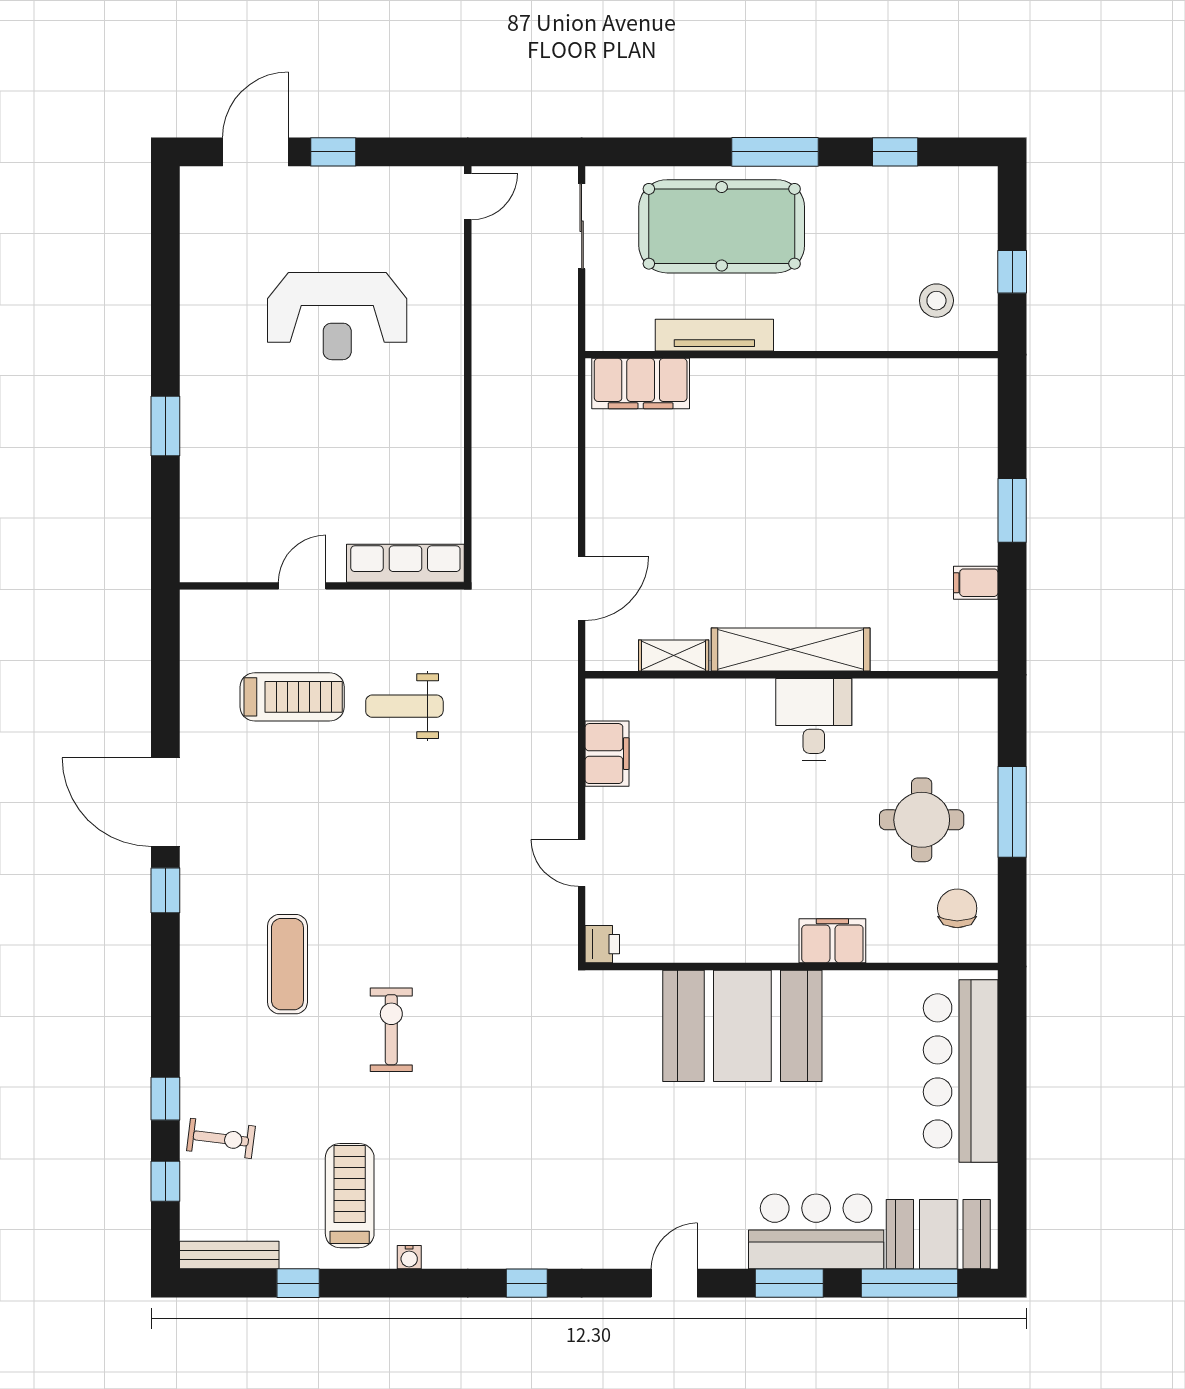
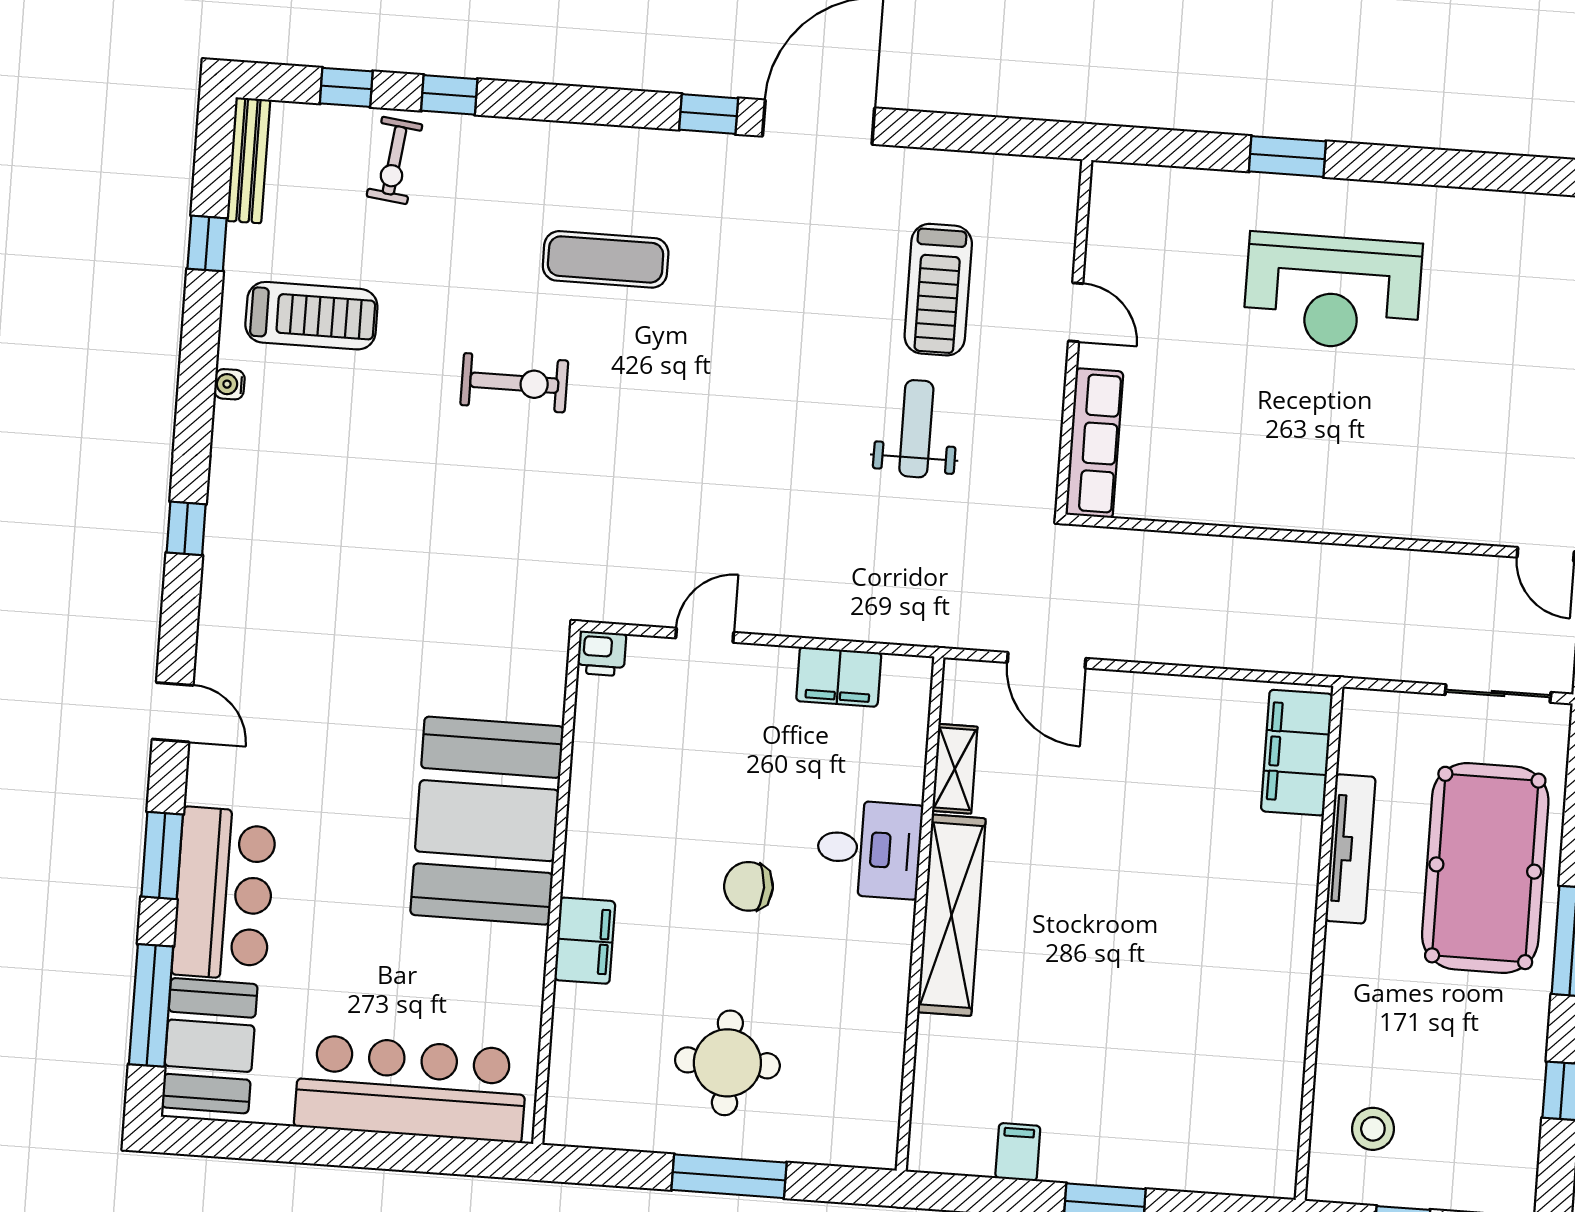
reception desk: (337, 316) -> (1333, 292), moved, turned -90
desk: (814, 719) -> (869, 849), moved
chair: (957, 908) -> (749, 886), moved, turned 180

